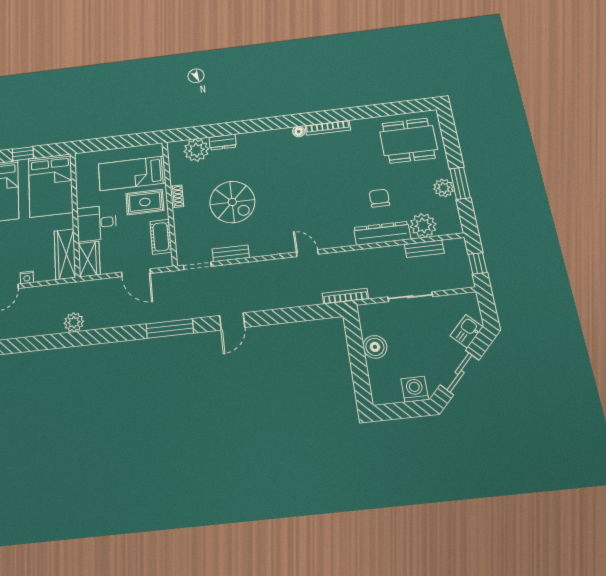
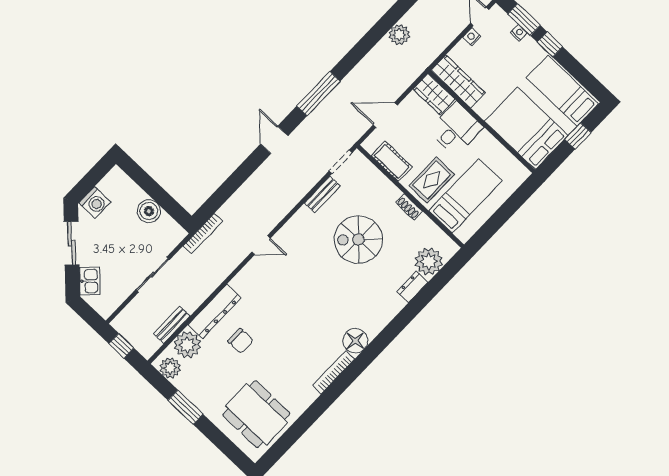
floor lamp: (299, 132) -> (355, 341), width x1.89, depth x1.89
dining table: (409, 141) -> (256, 414), turned 90
plant: (444, 188) -> (170, 368), moved

